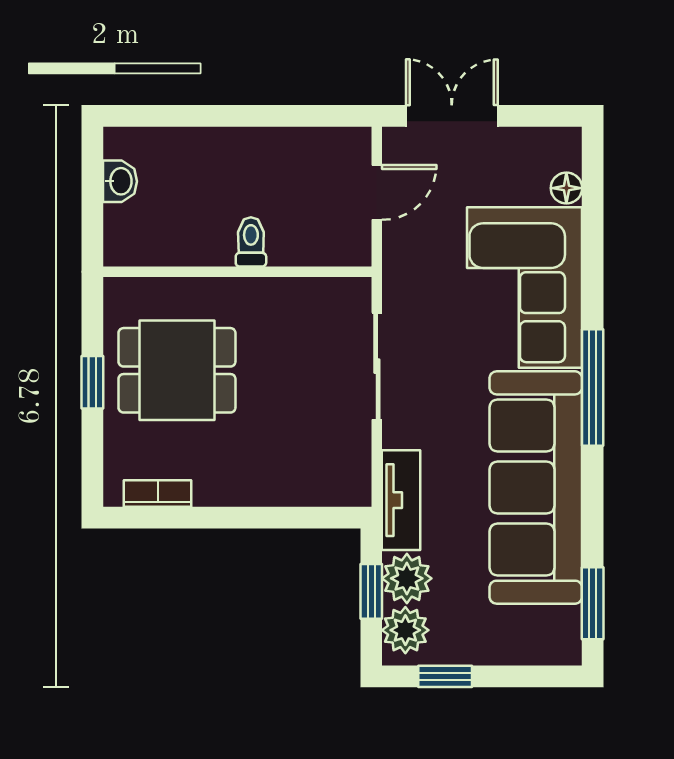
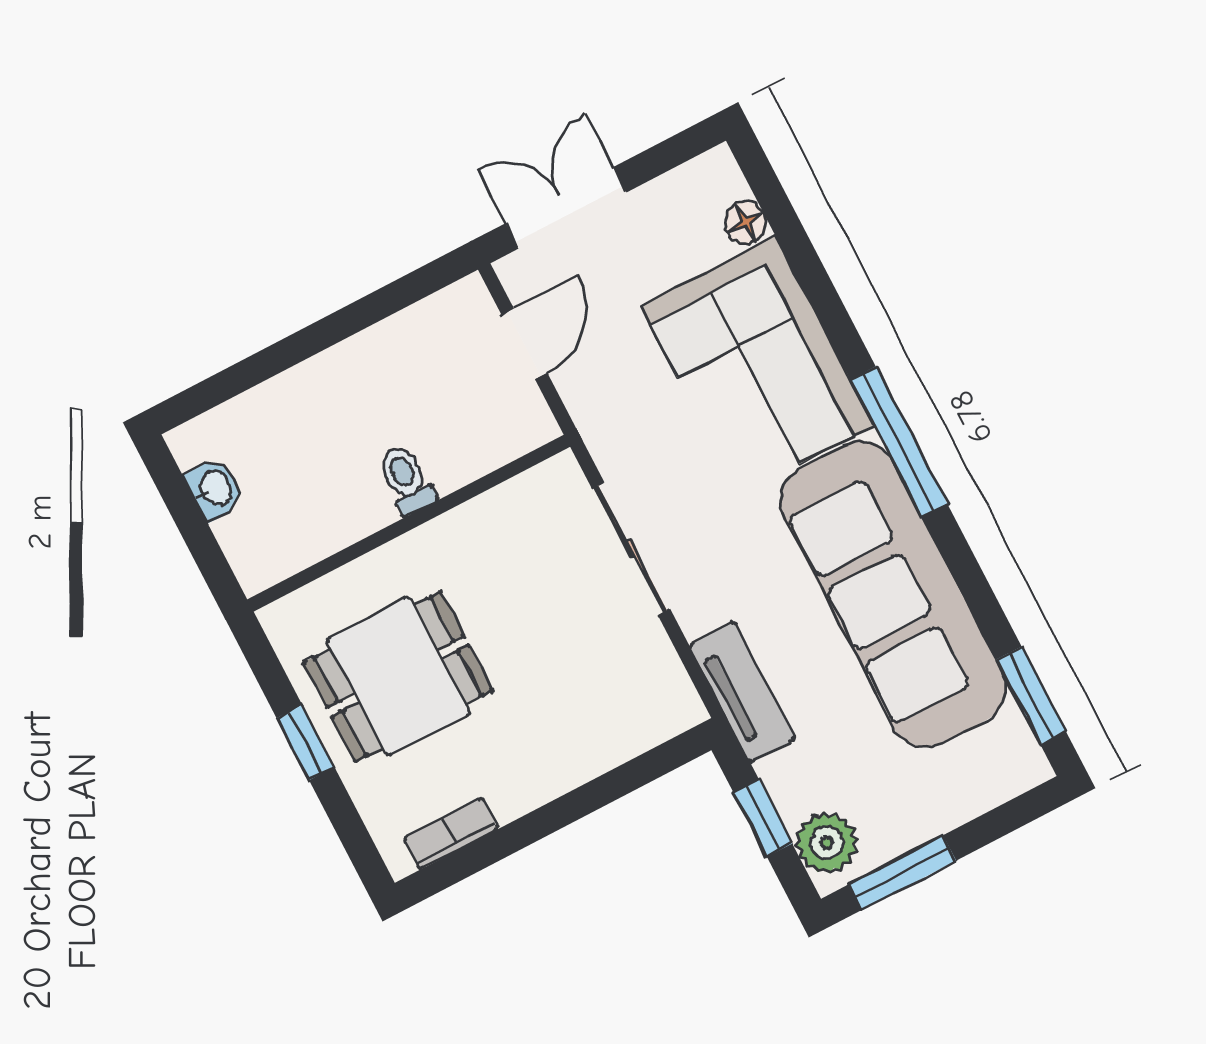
plant: (407, 578) -> (797, 781), removed
window: (445, 676) -> (902, 873), width x1.50

